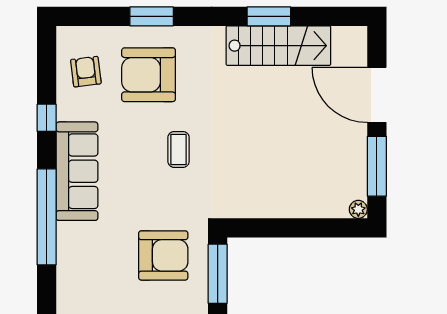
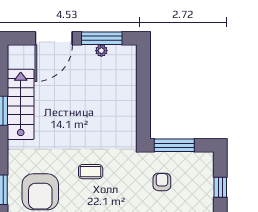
plant: (358, 209) -> (101, 51), moved
armchair: (163, 255) -> (162, 182), width x0.53, depth x0.53

